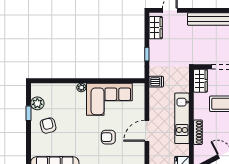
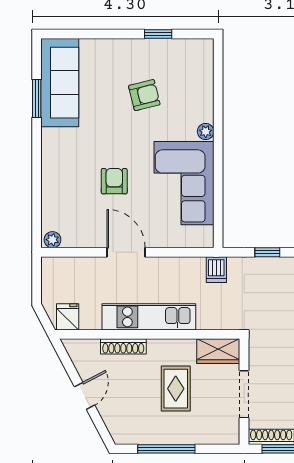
plant: (37, 103) -> (176, 50), removed
armchair: (48, 126) -> (144, 95), moved

